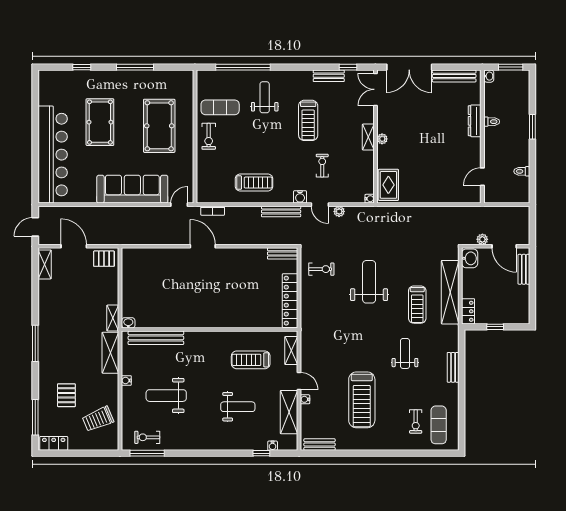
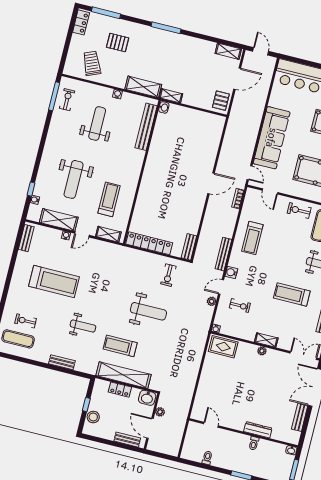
bench: (454, 76) -> (300, 417), width x0.73
exercise bike: (322, 166) -> (240, 306), moved
door: (195, 176) -> (270, 191), added
door: (504, 246) -> (150, 428), hinge flipped
locker: (468, 311) -> (120, 390), moved
stool: (507, 315) -> (93, 417), added
treadmill: (362, 400) -> (54, 281), turned 180
weight bench: (238, 407) -> (74, 179), width x1.36, depth x1.33

